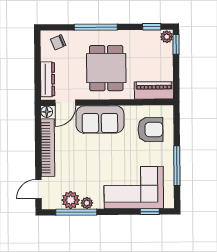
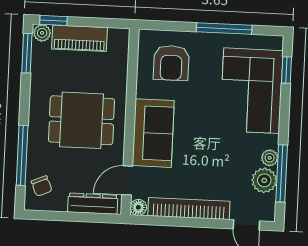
window: (96, 27) -> (22, 155), moved
window: (152, 27) -> (27, 53), width x1.50
piano: (154, 90) -> (80, 38), moved, turned -90
door: (65, 103) -> (127, 180), swing flipped
armchair: (150, 130) -> (171, 63), turned 180

